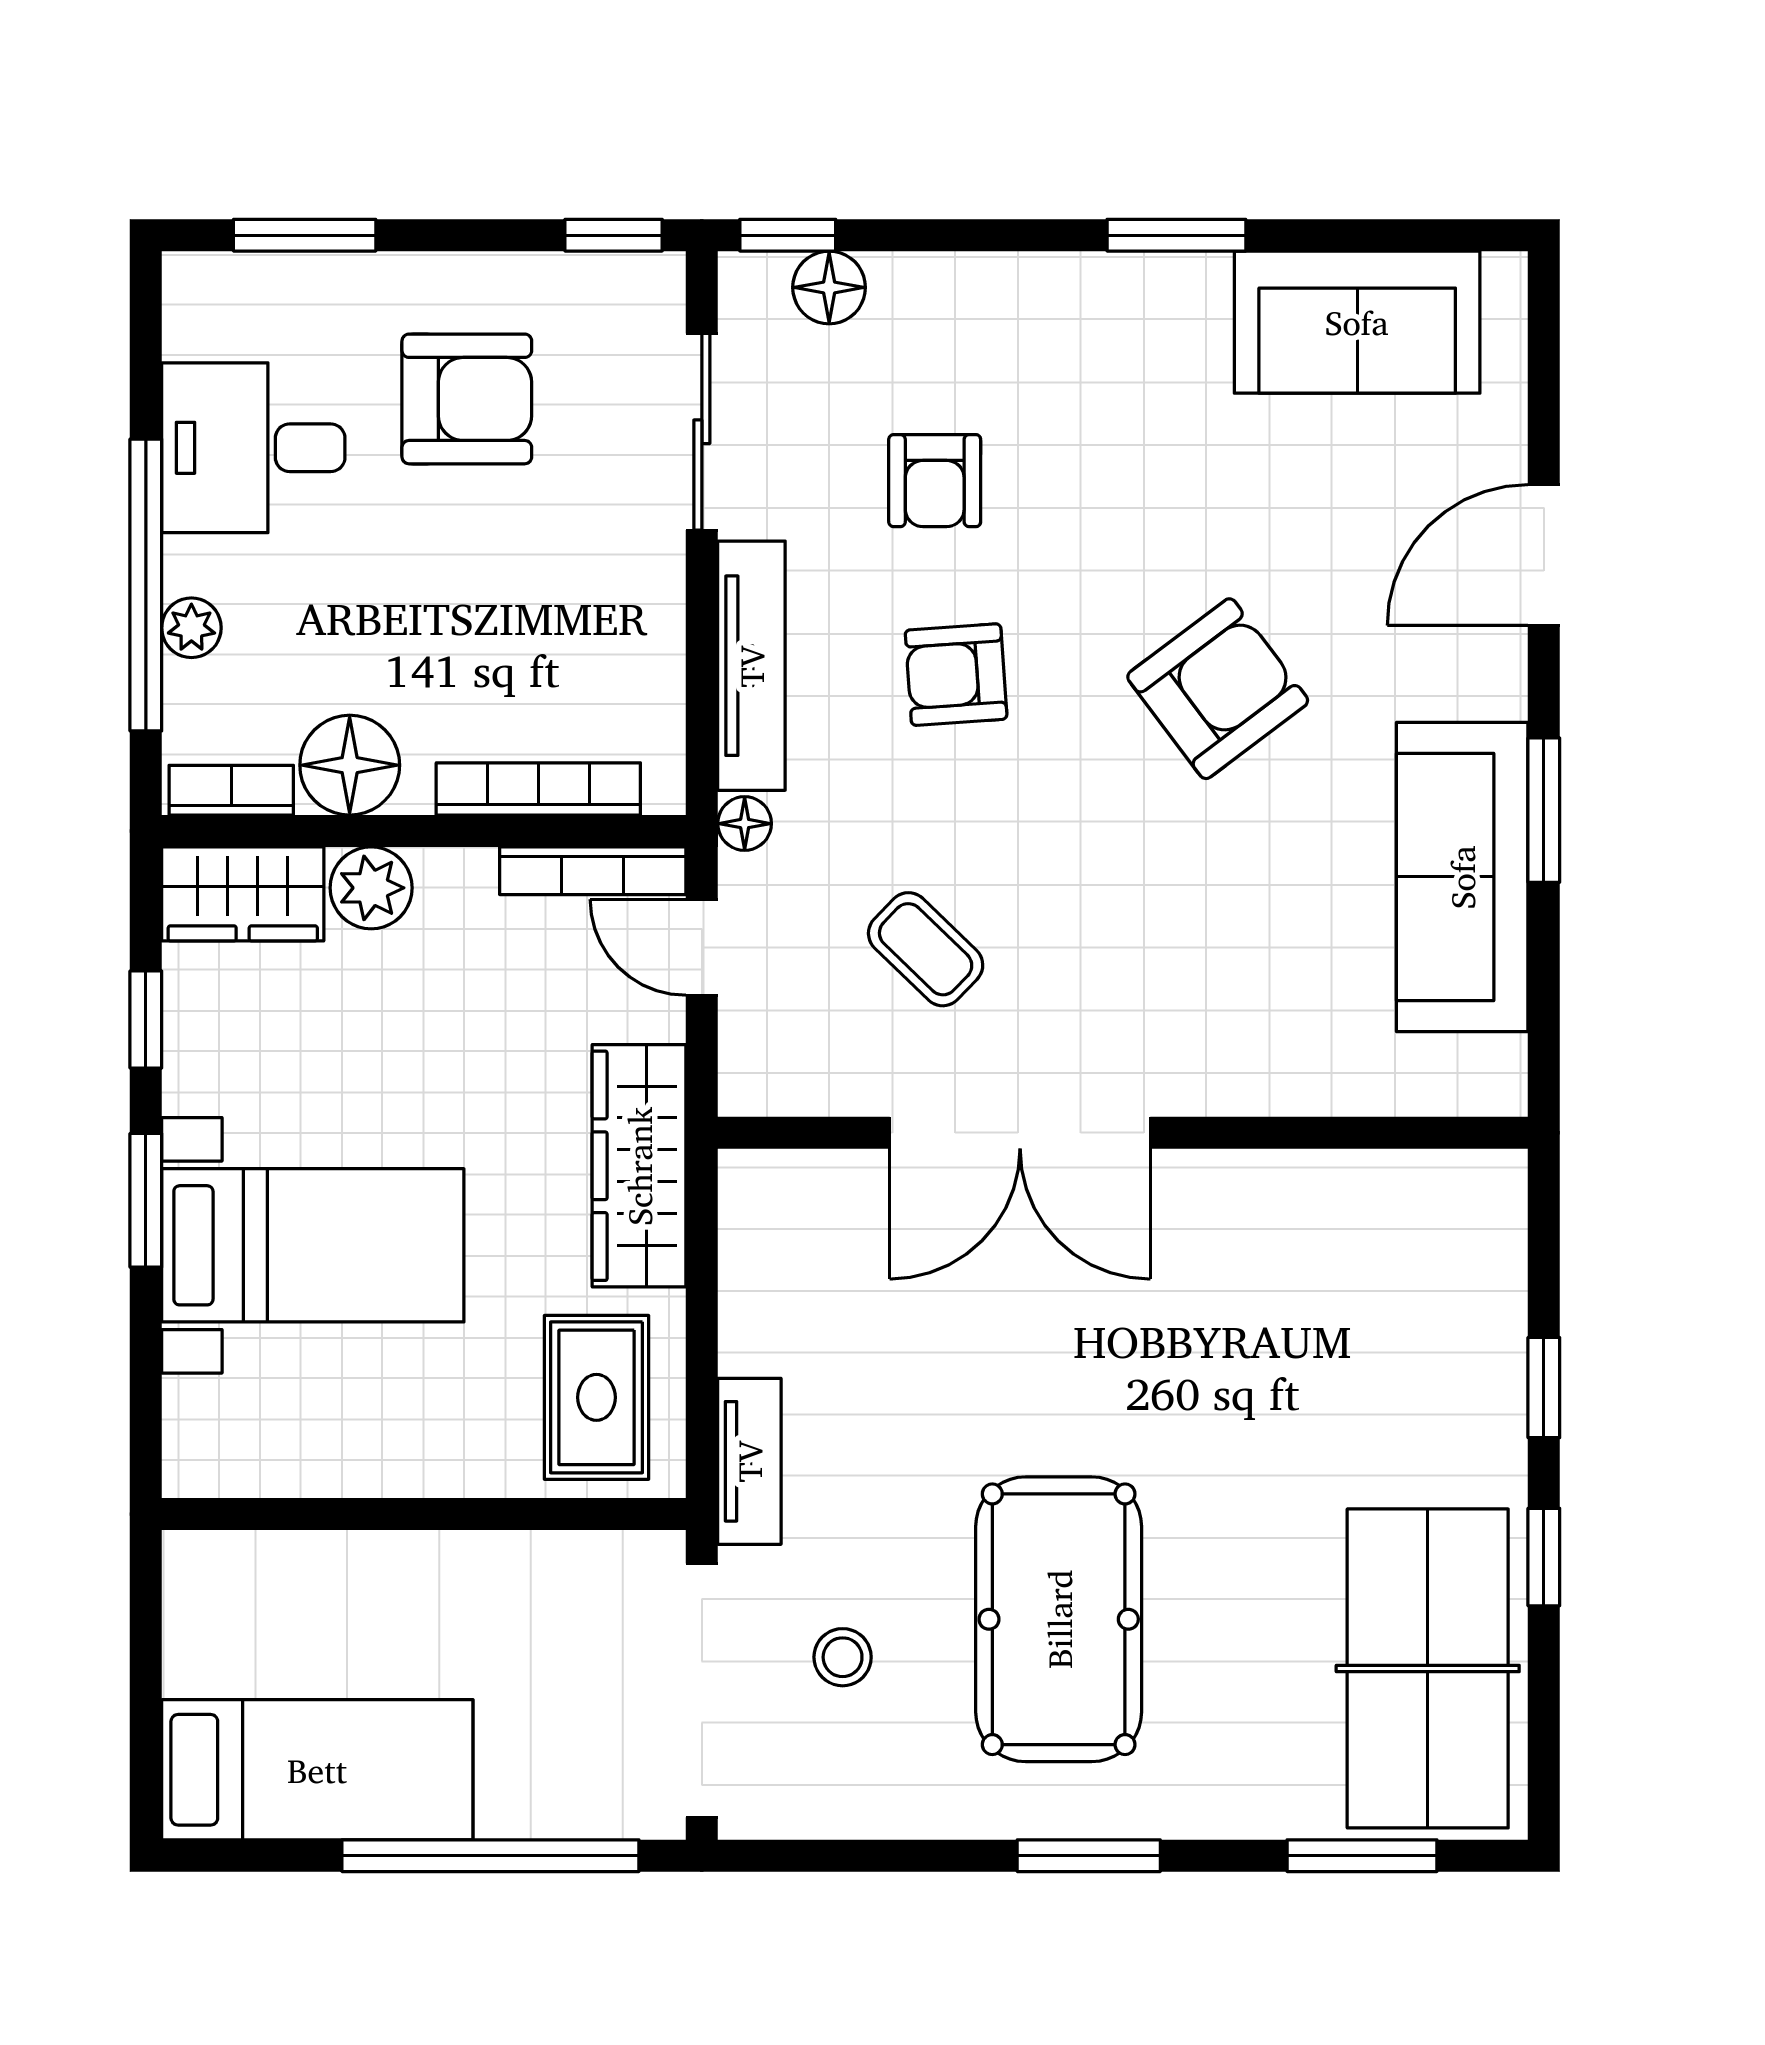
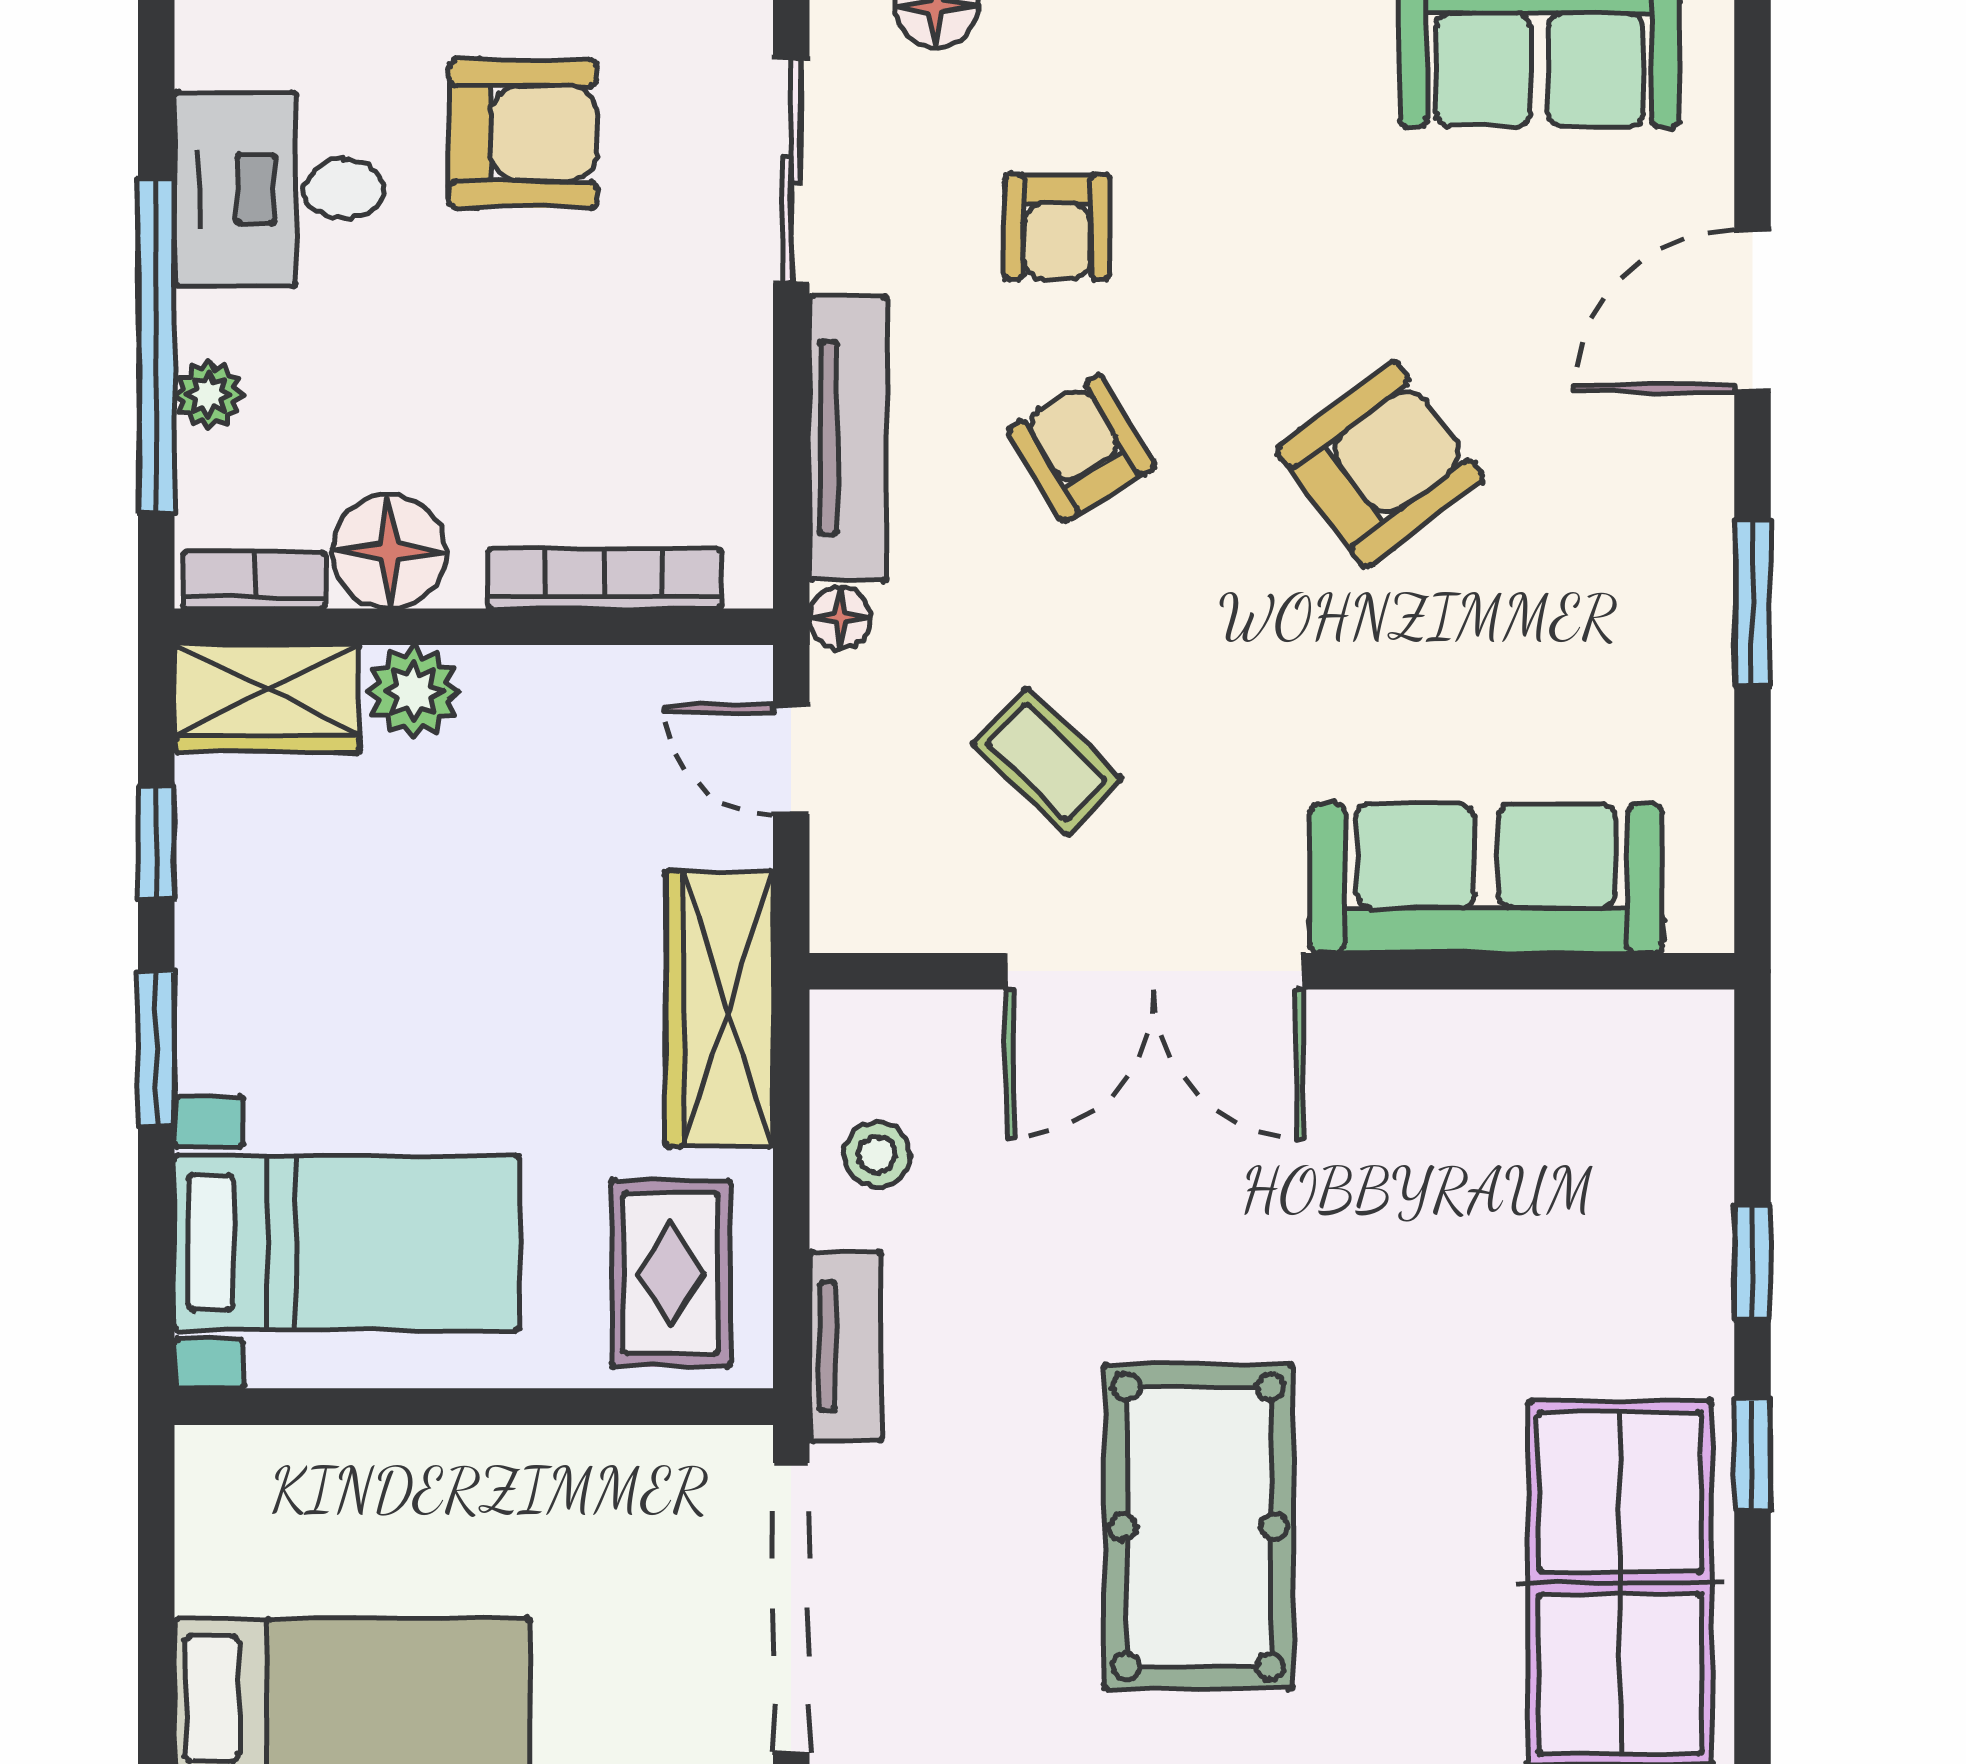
armchair: (956, 675) -> (1081, 448), turned 63
bookcase: (593, 871) -> (667, 672), removed
sofa: (1462, 877) -> (1486, 878), moved, turned 90
bed with nightstands: (313, 1245) -> (347, 1243), moved
stool: (843, 1657) -> (877, 1155), moved

